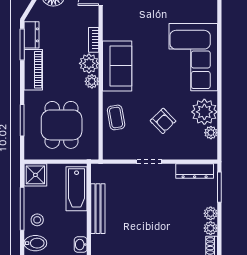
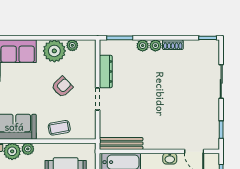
dresser: (195, 171) -> (106, 71), moved
bench: (98, 209) -> (121, 143), moved

